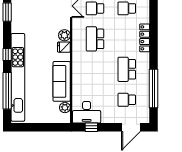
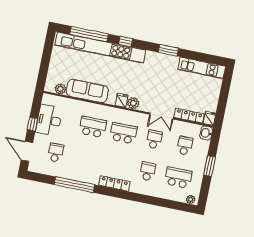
school desk: (127, 69) -> (93, 127), moved
window: (154, 89) -> (74, 185), moved
desk: (87, 112) -> (49, 120), moved
window: (91, 127) -> (33, 124), moved

